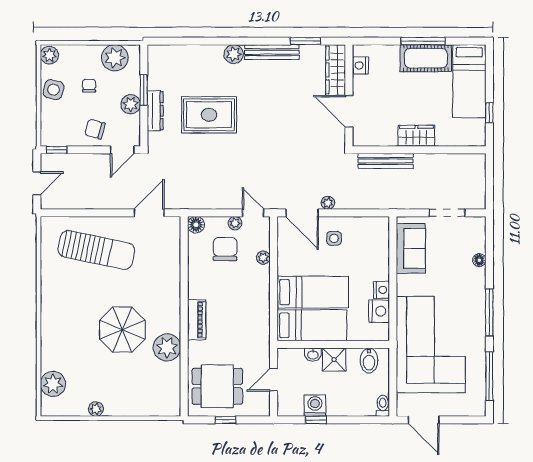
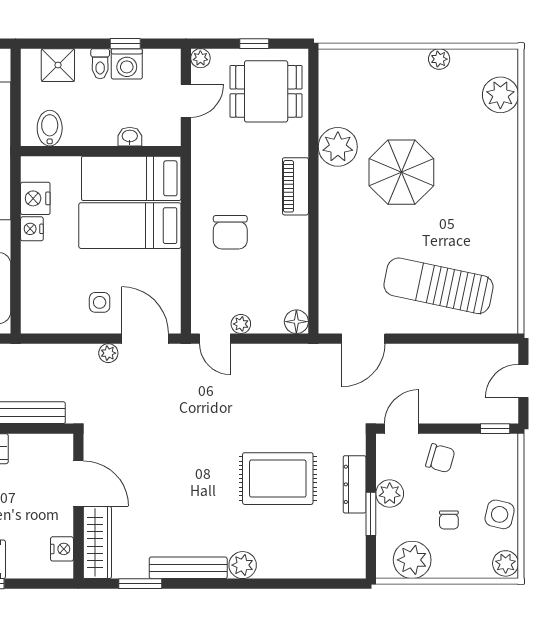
chair: (225, 249) -> (230, 232), moved
plant: (263, 258) -> (200, 58), moved
shower: (334, 360) -> (58, 65), moved
toilet: (383, 406) -> (100, 64), moved

